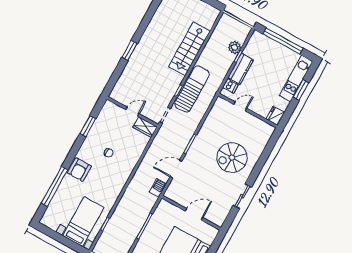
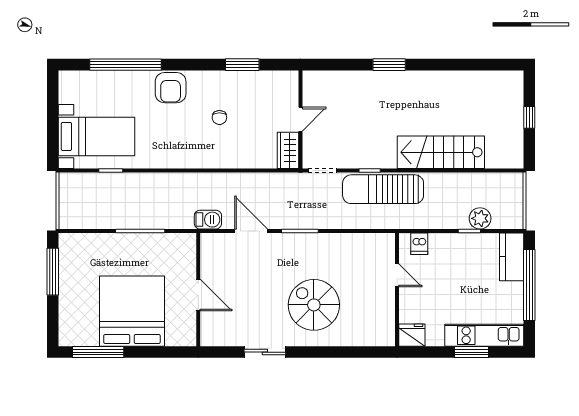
kitchen counter: (241, 69) -> (512, 257), moved, turned 90
sun lounger: (192, 89) -> (383, 189), turned 180
door: (132, 112) -> (300, 119), hinge flipped
armchair: (79, 170) -> (171, 88), turned -90

